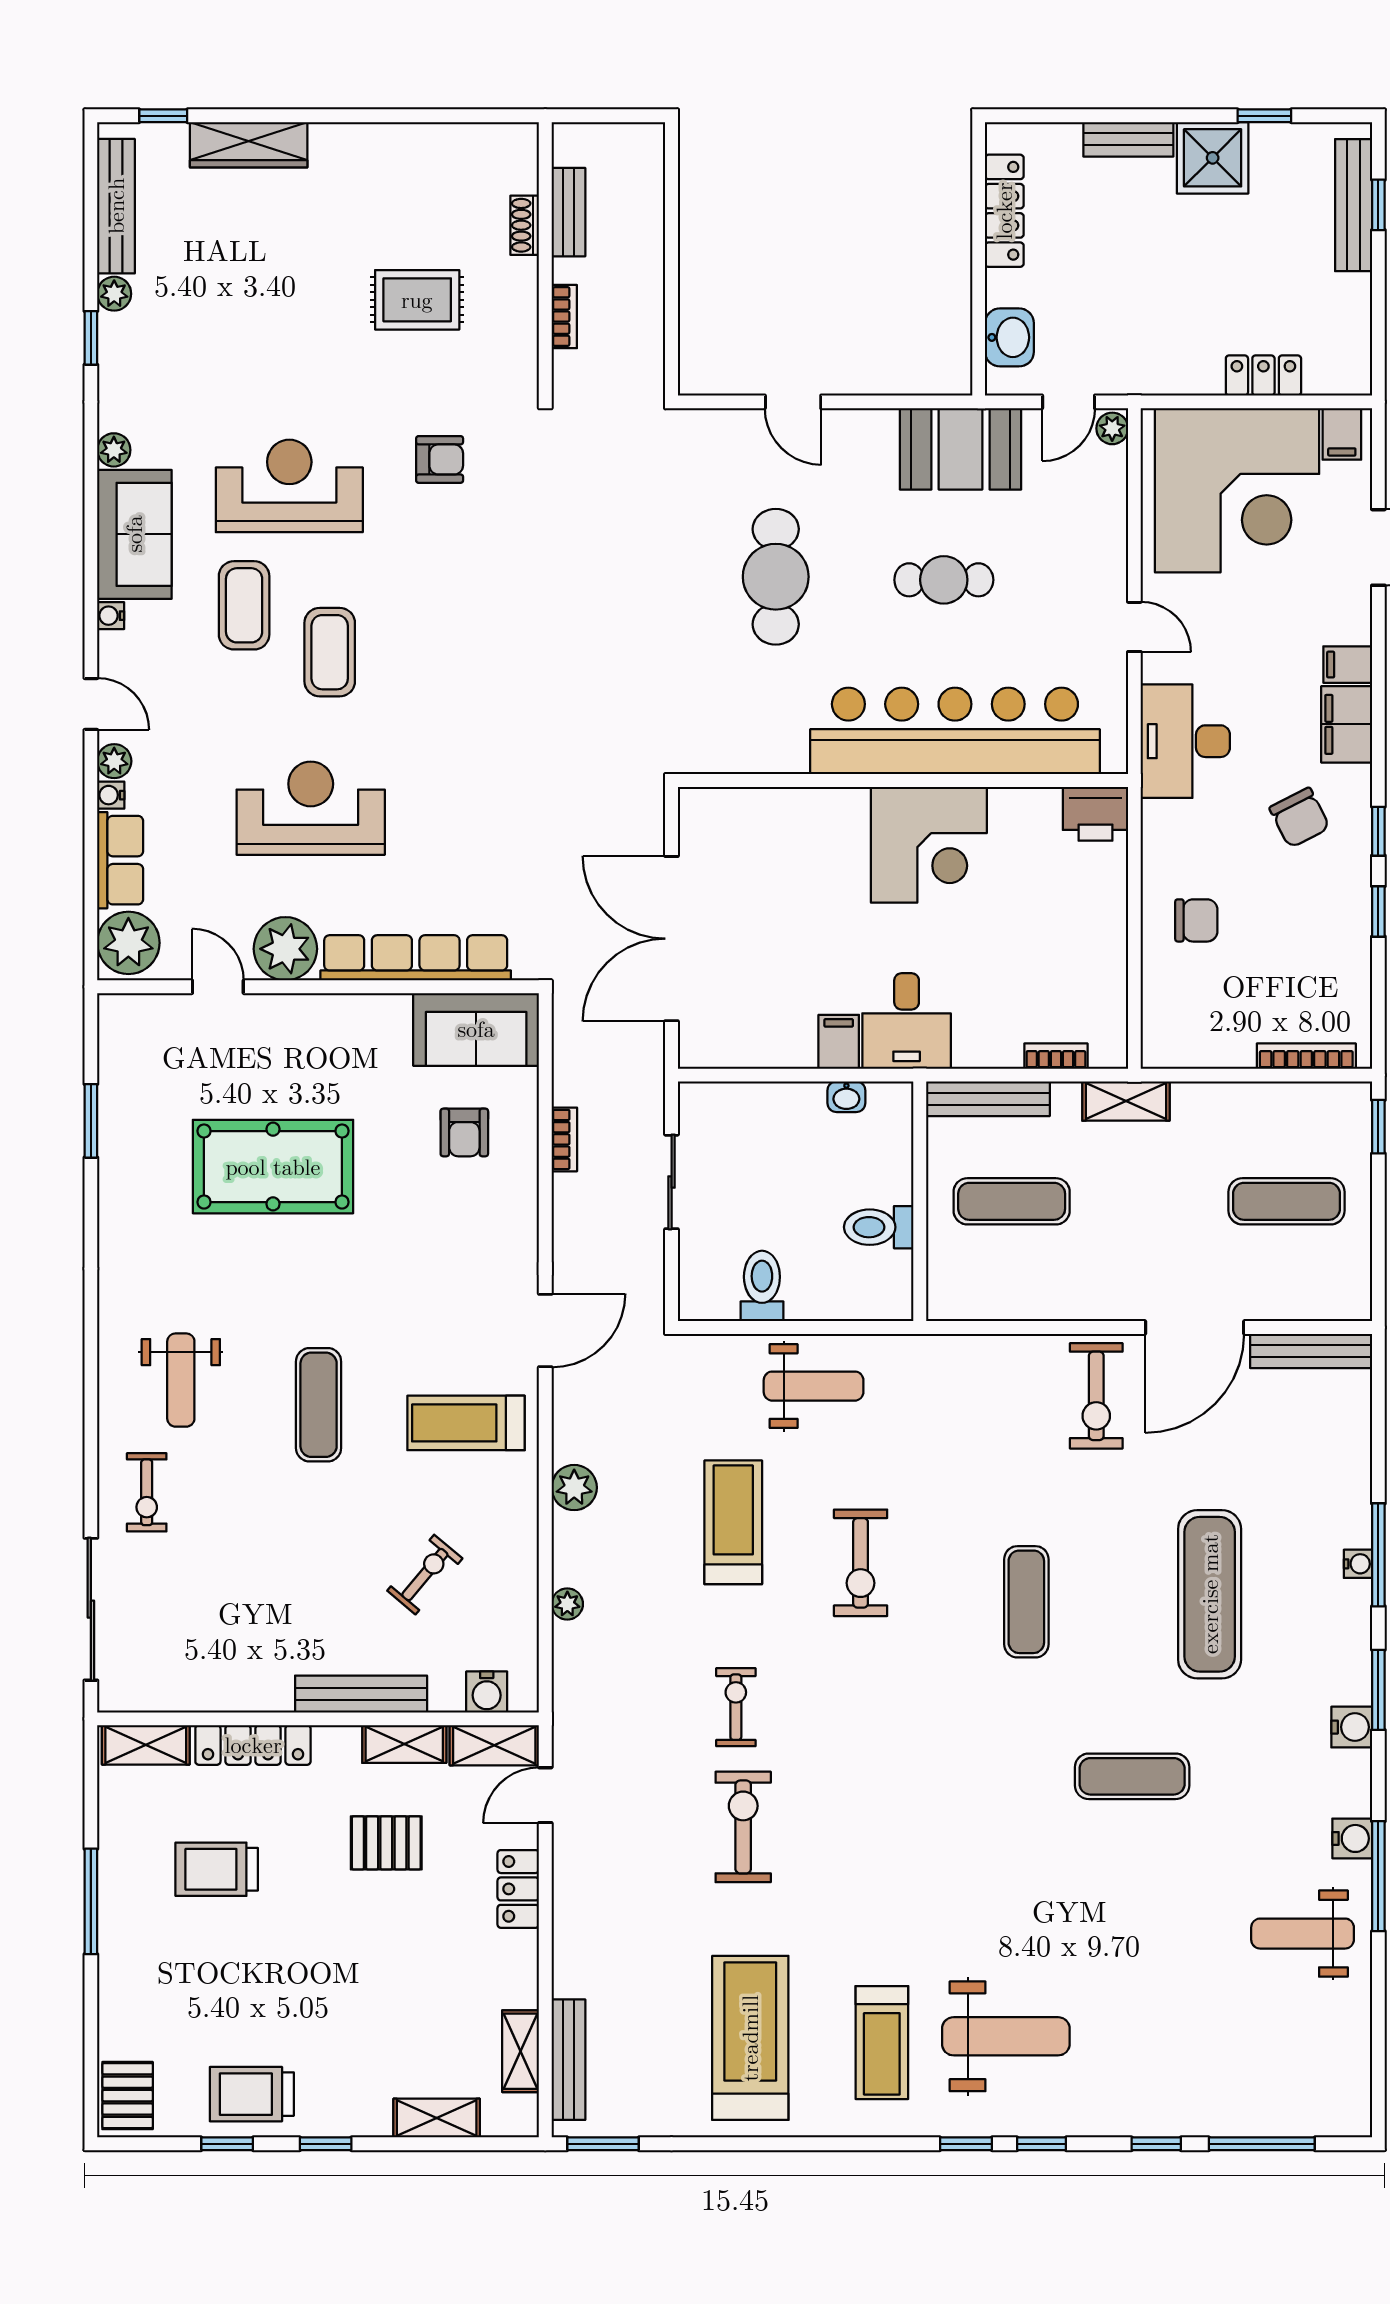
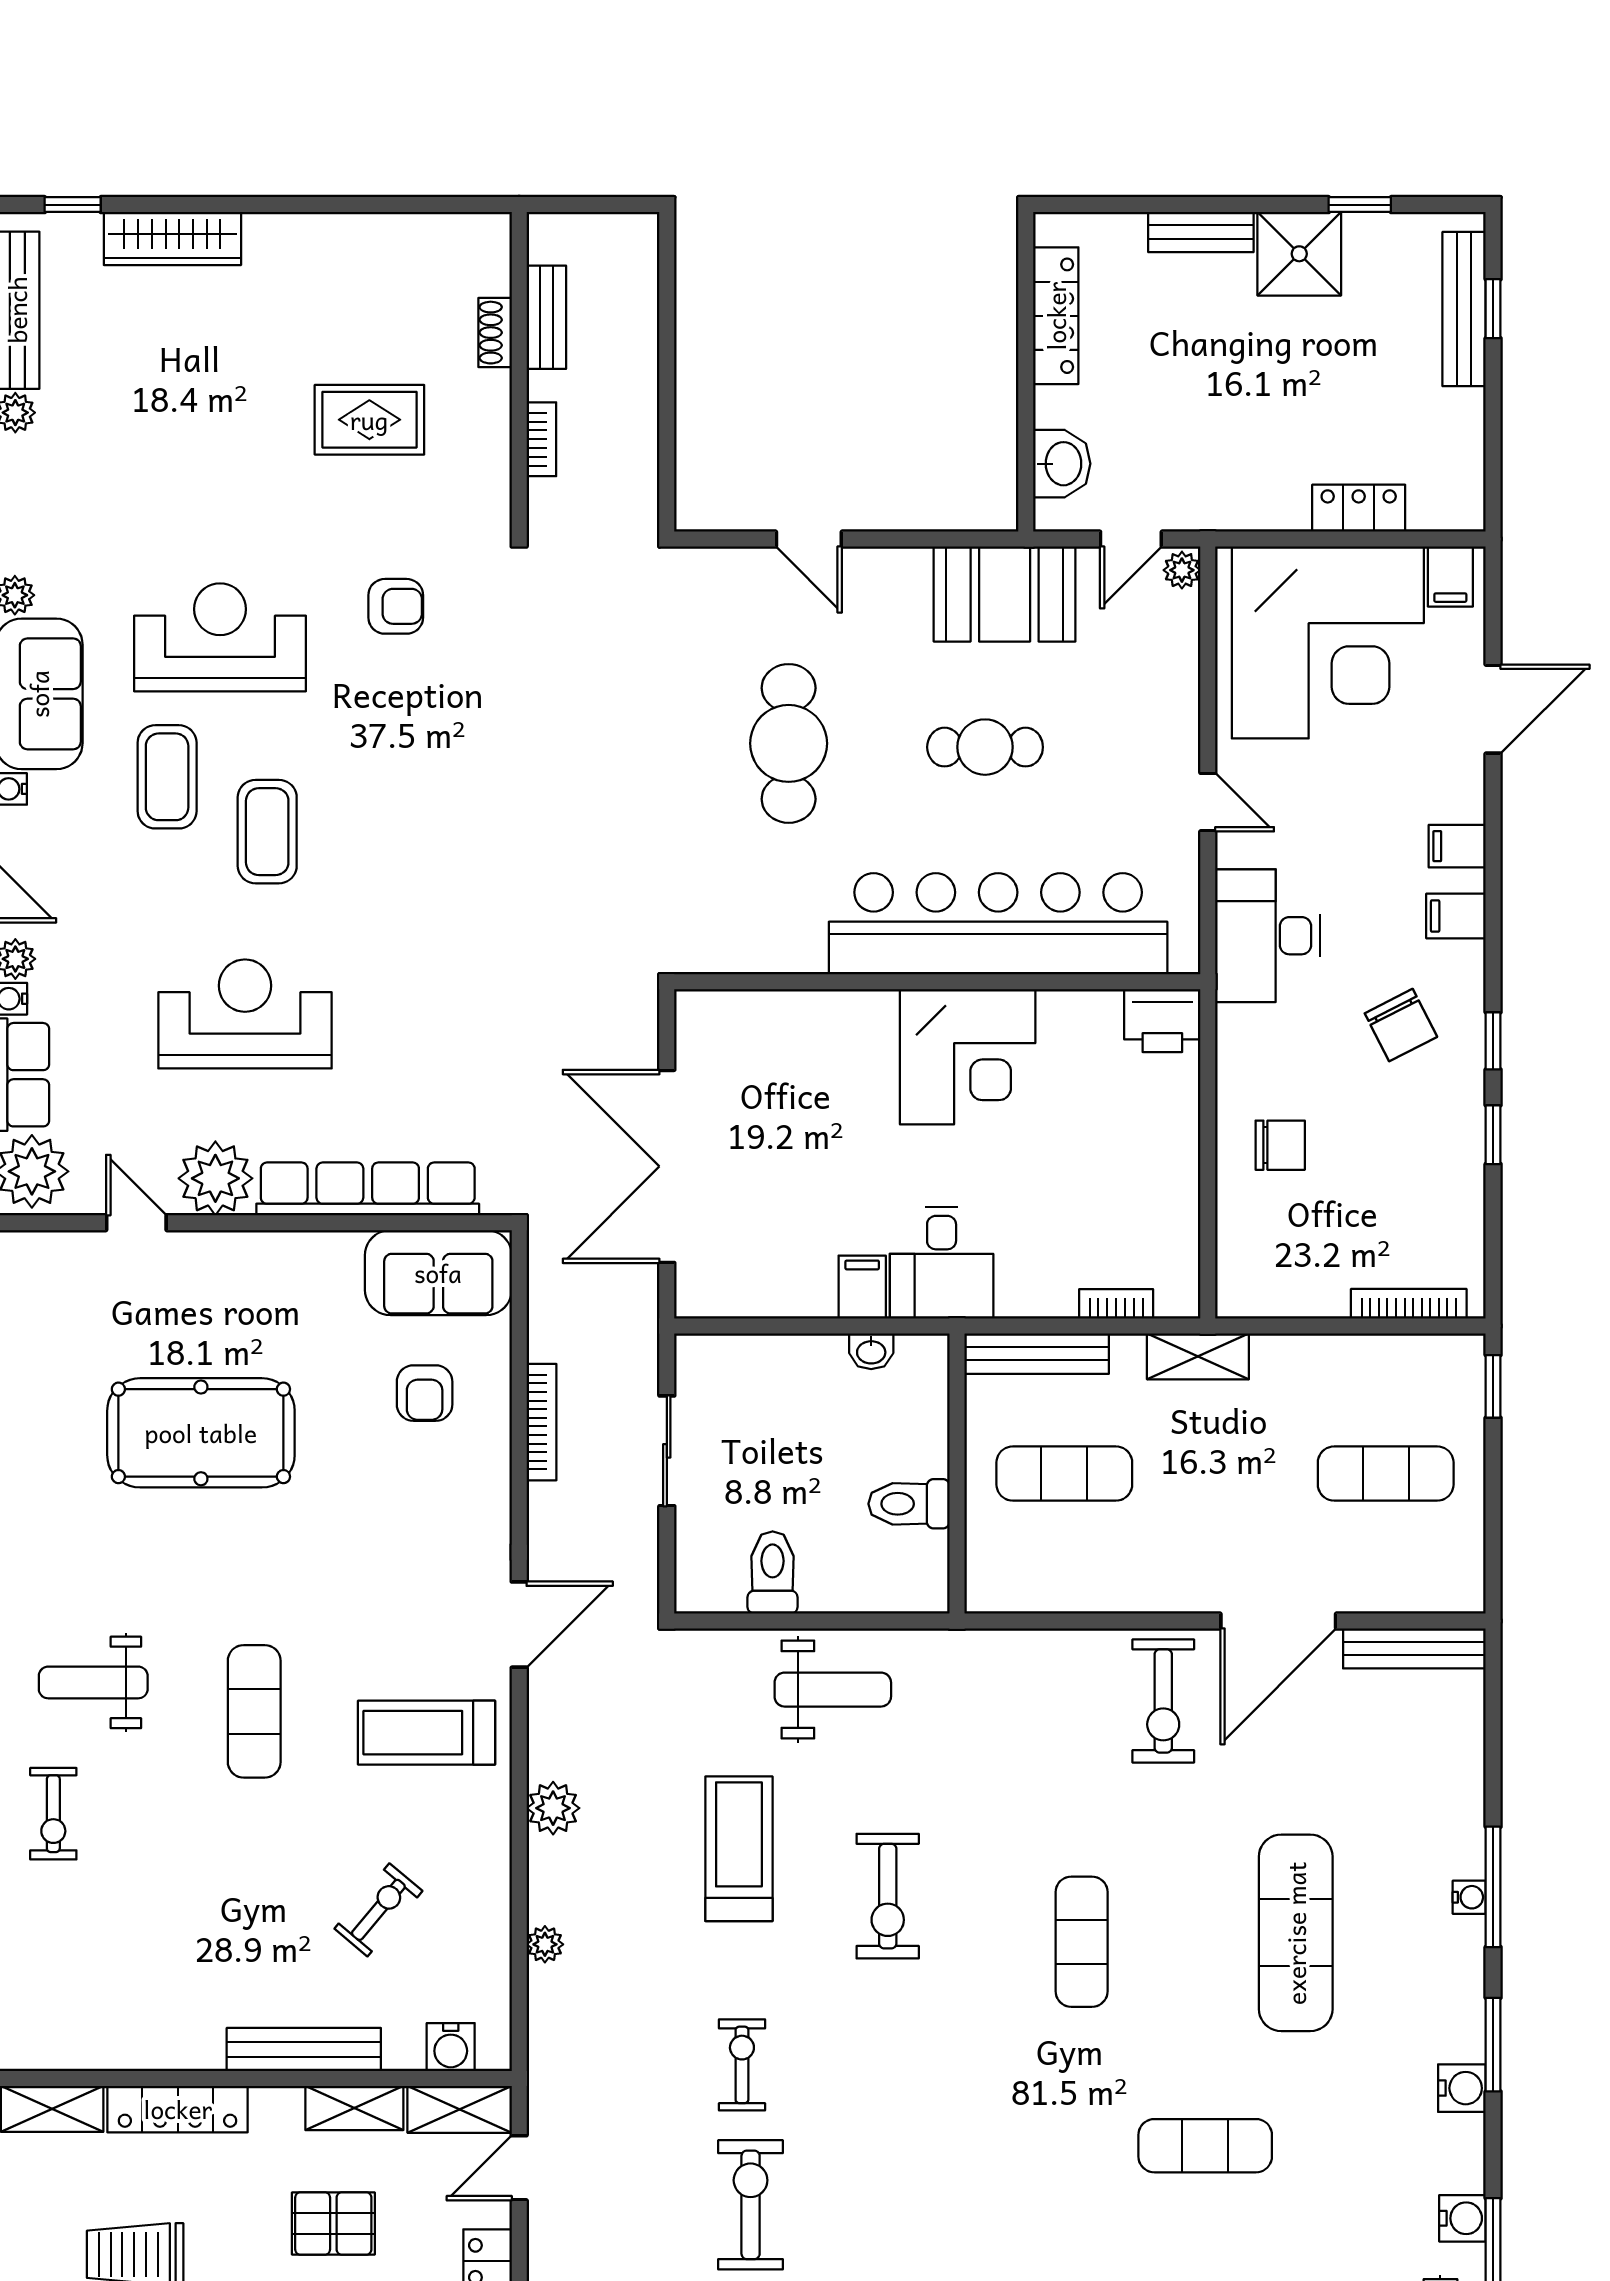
filing cabinet: (1347, 724) -> (1456, 916), width x0.50
bookcase: (564, 1139) -> (542, 1422), width x1.56
weight bench: (181, 1380) -> (93, 1682), turned 90

